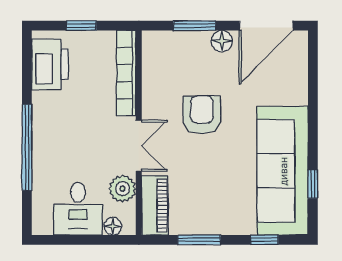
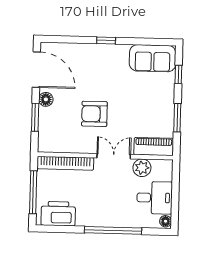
window: (81, 26) -> (33, 192), width x2.17
sofa: (283, 171) -> (153, 58), width x0.54, depth x0.79
window: (313, 184) -> (106, 40), moved
floor lamp: (113, 226) -> (166, 221), moved

